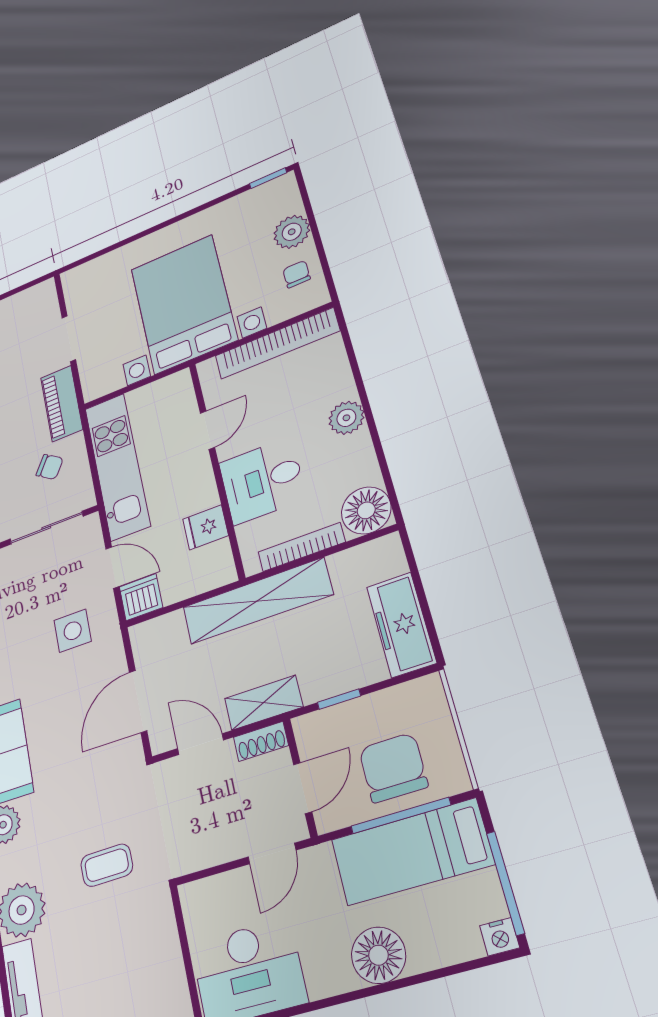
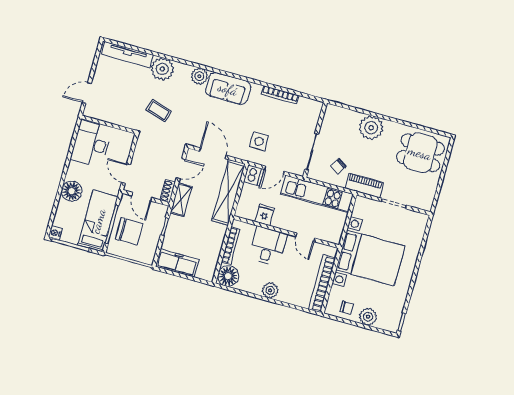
shelving: (257, 601) -> (228, 192), moved
coffee table: (107, 865) -> (159, 111), turned -72

